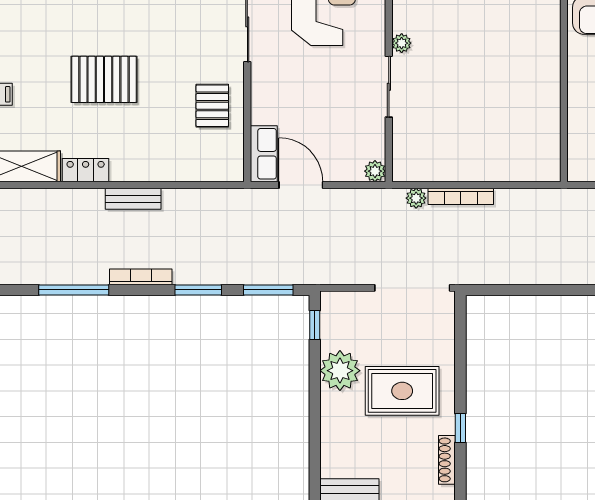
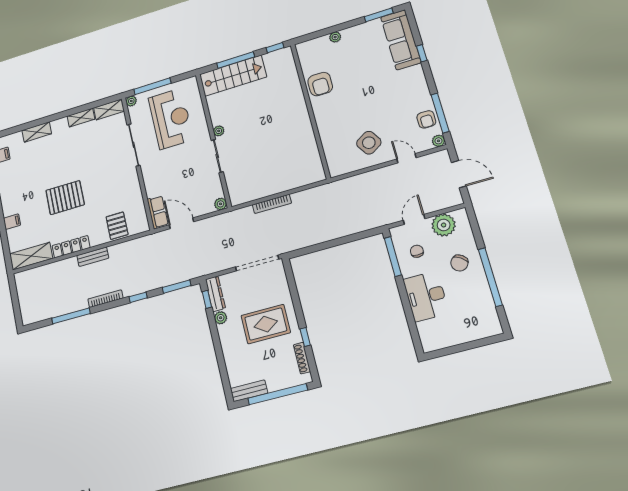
pallet: (212, 106) -> (117, 226), moved
locker: (86, 170) -> (71, 247), width x1.53
plant: (416, 198) -> (247, 212), removed
window: (198, 290) -> (138, 297), width x0.67
dresser: (331, 320) -> (215, 294), added
plant: (340, 371) -> (221, 318), width x0.53, depth x0.53

